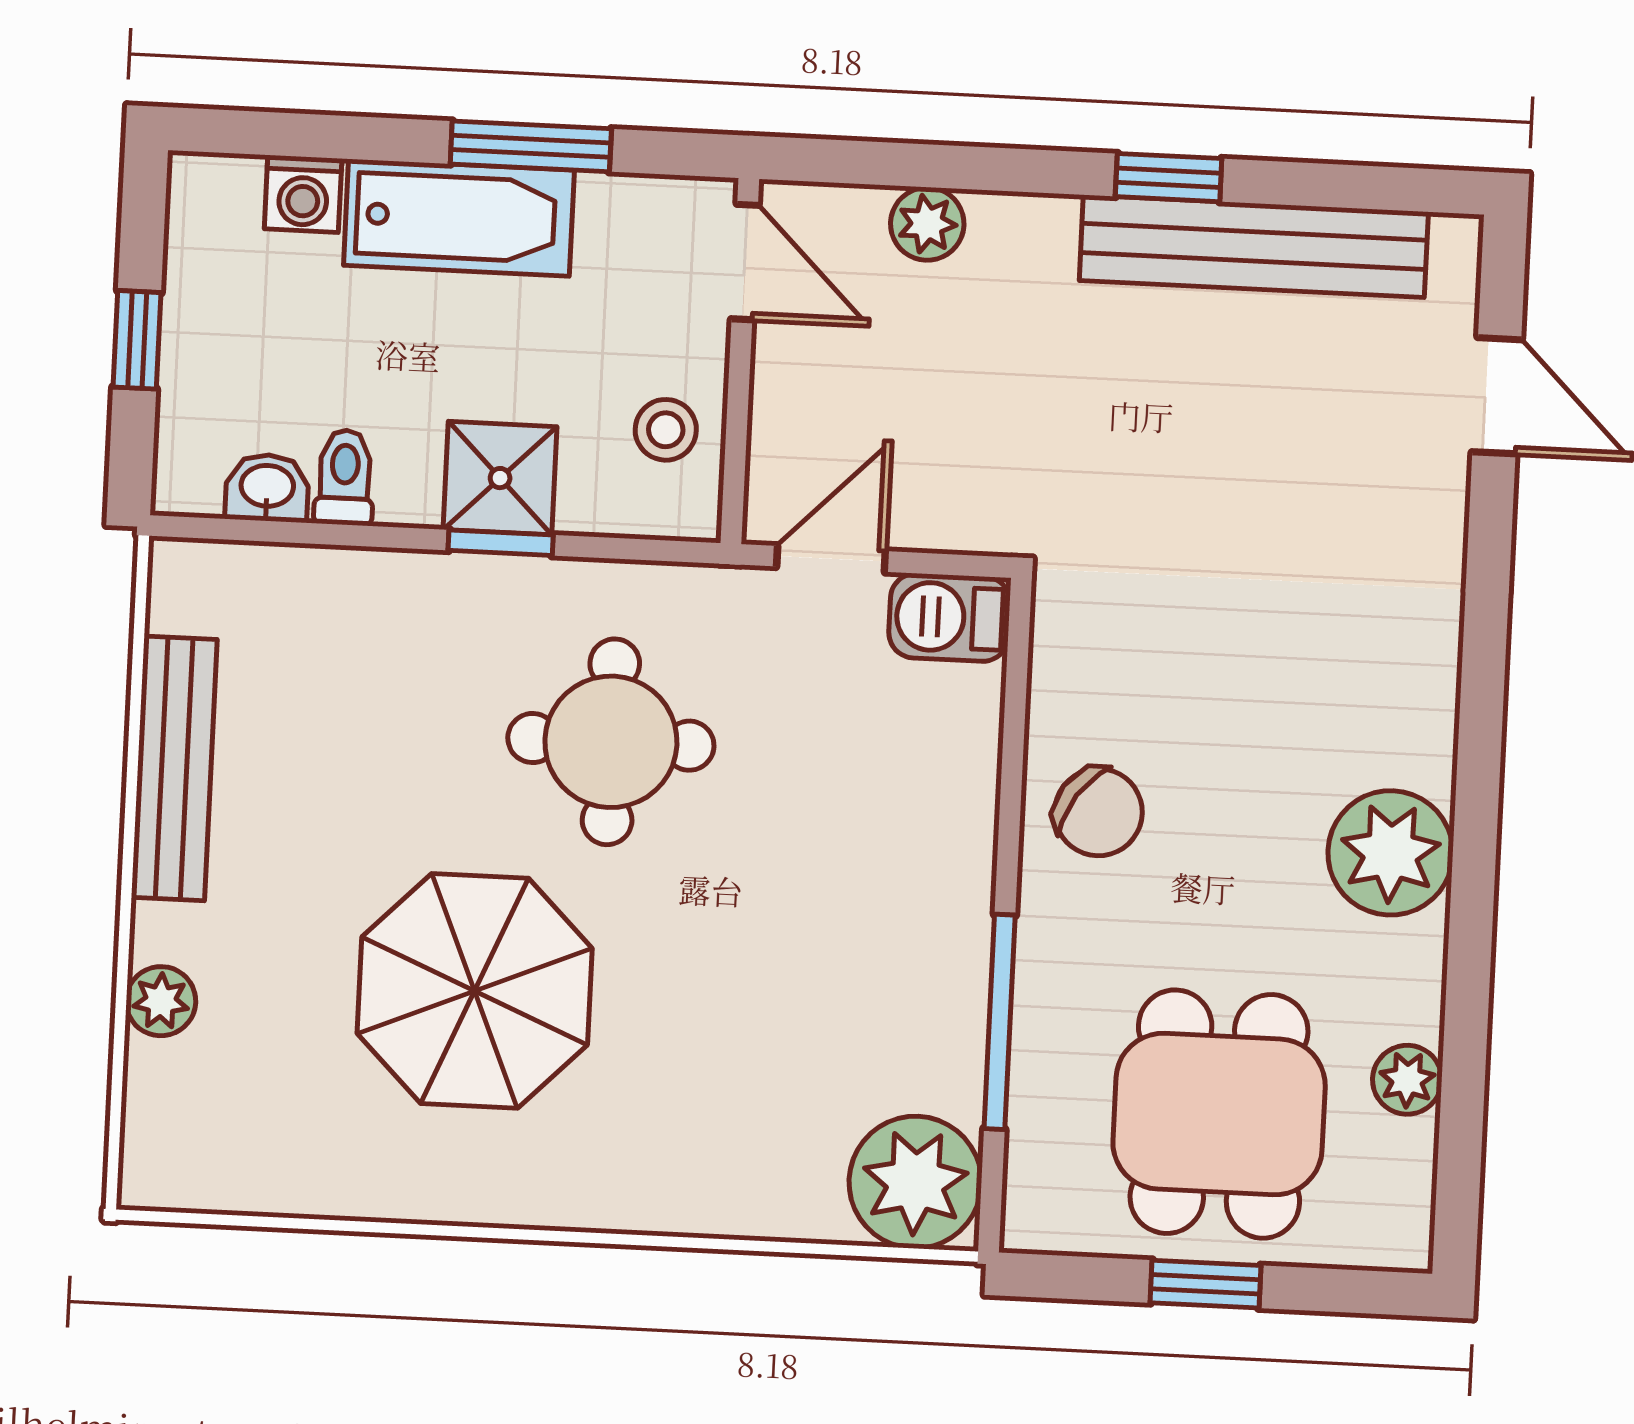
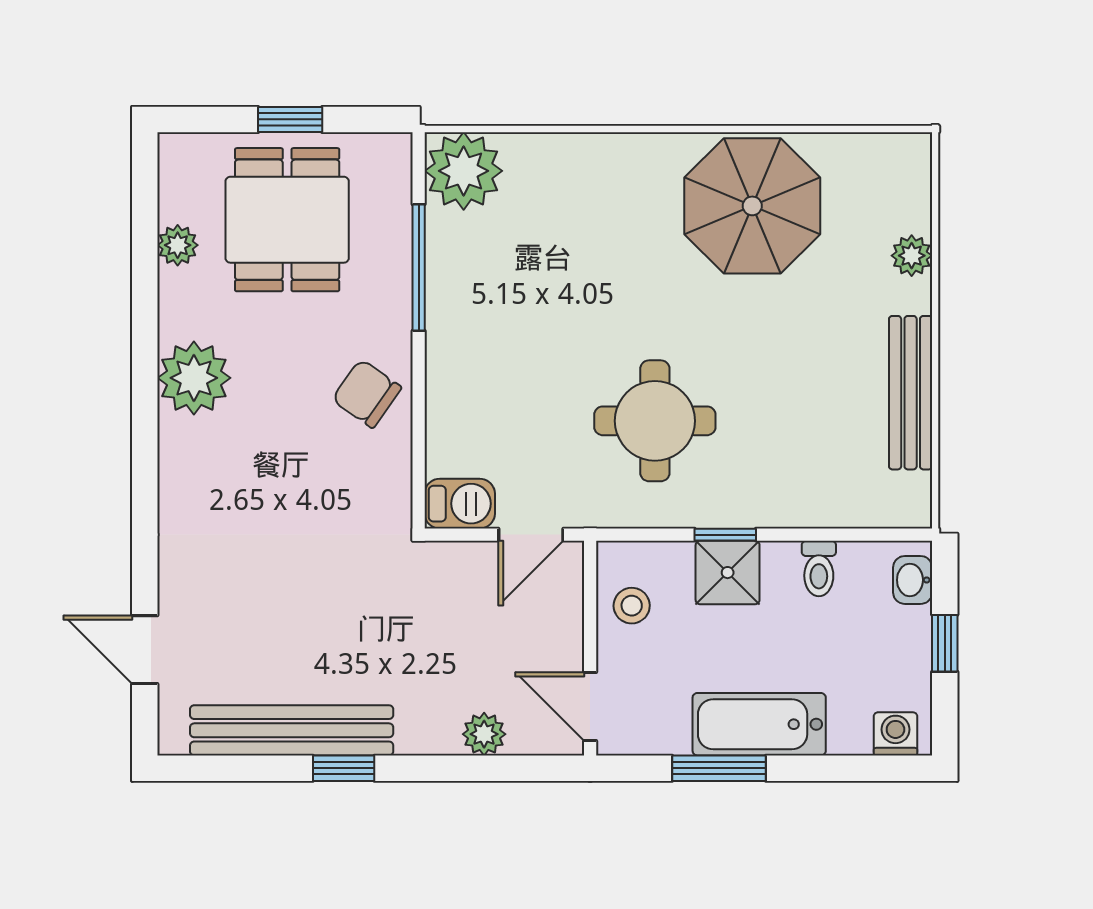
washing machine: (303, 194) -> (895, 734), moved
washbasin: (267, 488) -> (913, 580), moved, turned 90
parasol: (475, 991) -> (752, 206), moved

